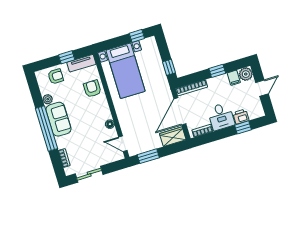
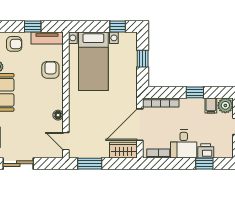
window: (169, 67) -> (143, 59), moved

